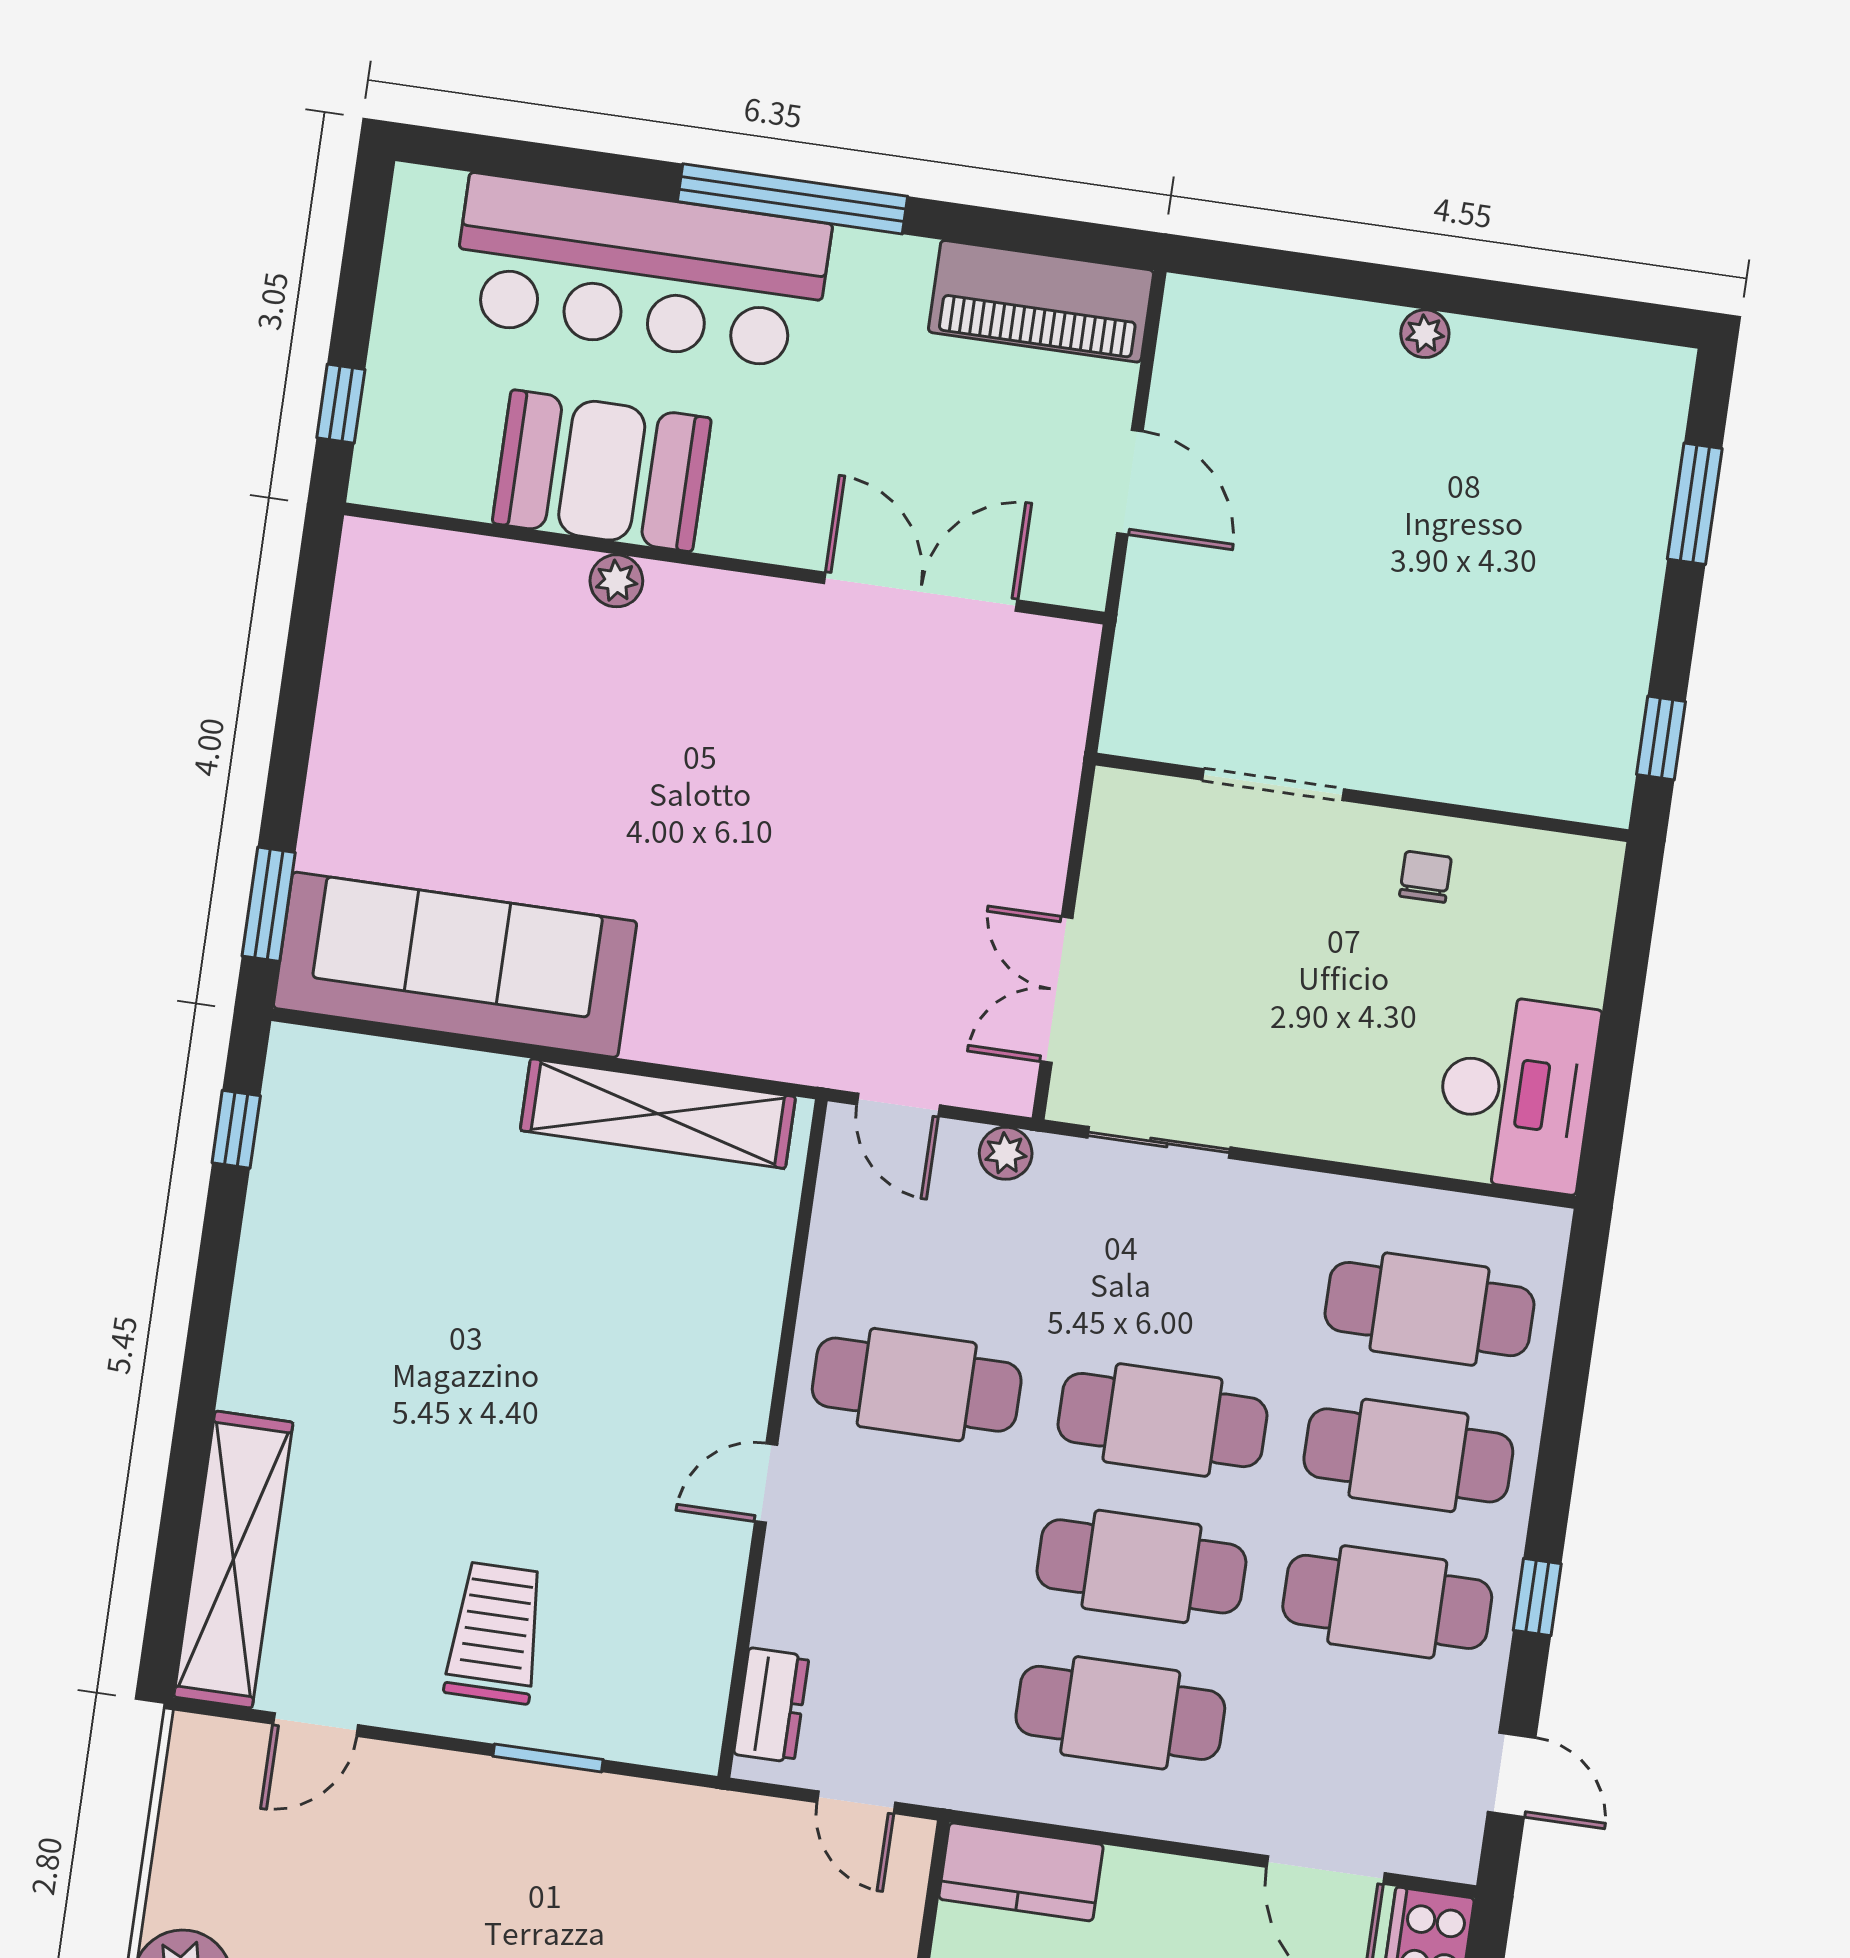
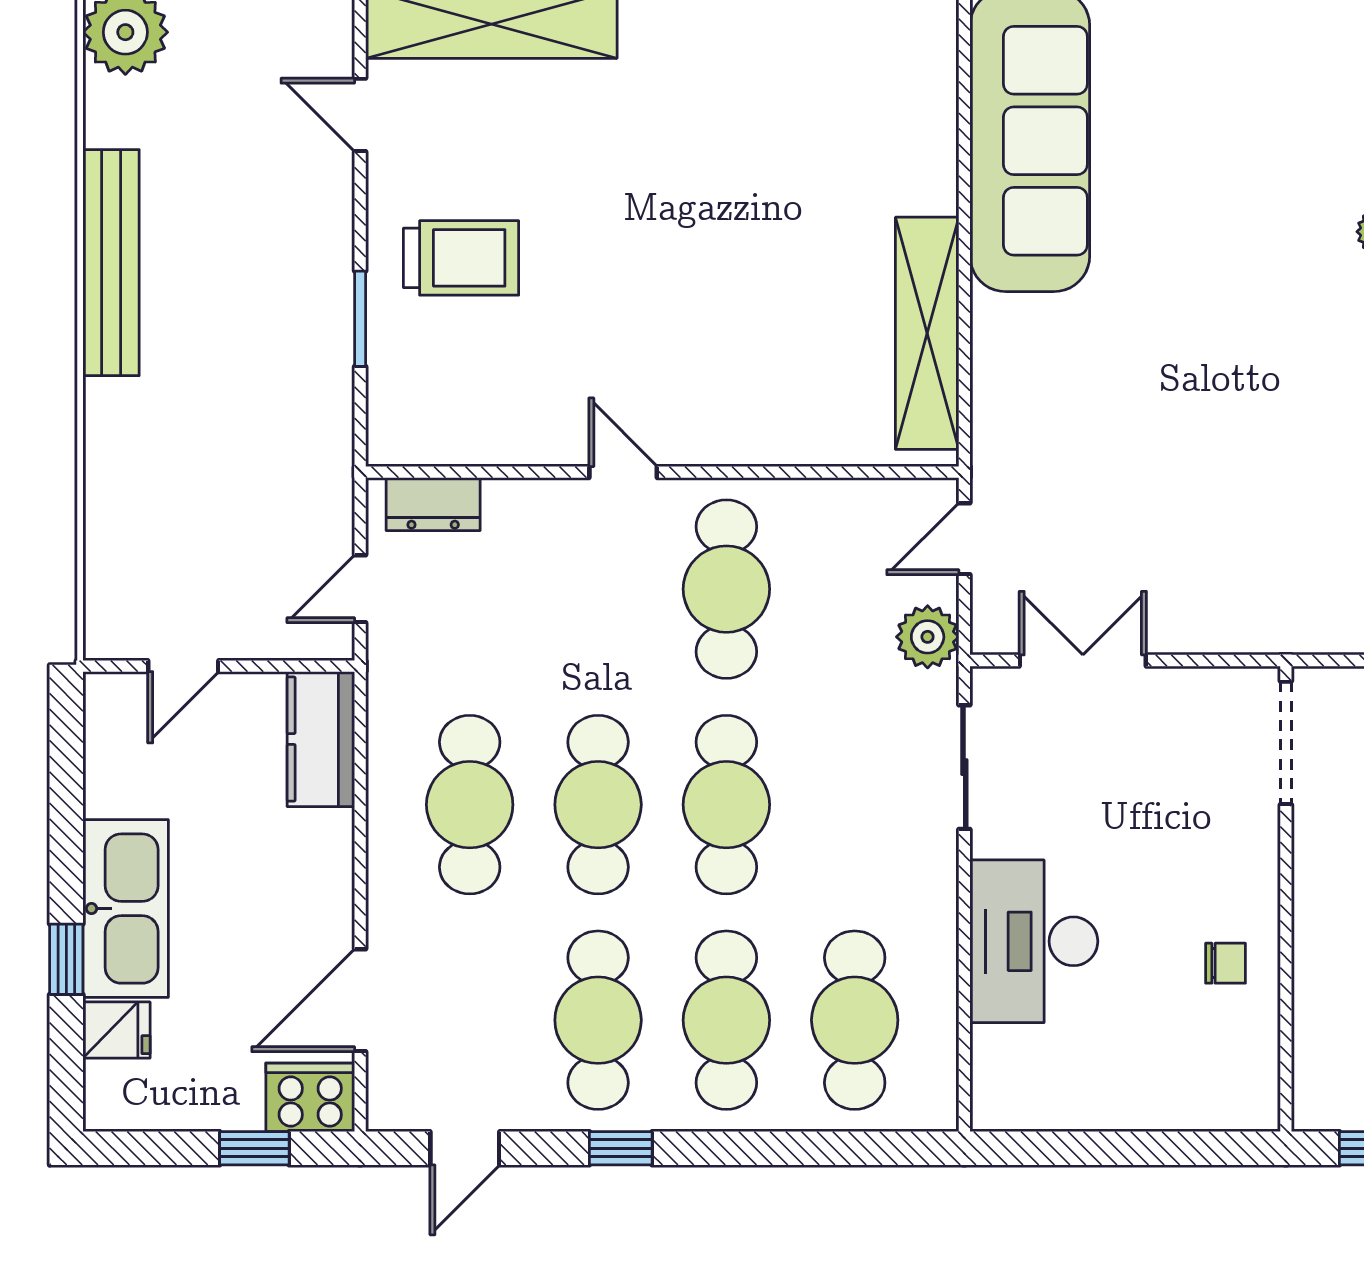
doorway: (1273, 785) -> (1286, 743), moved
desk: (1516, 1093) -> (1034, 941), moved, turned 90
plant: (1006, 1153) -> (928, 637), width x1.38, depth x1.38

